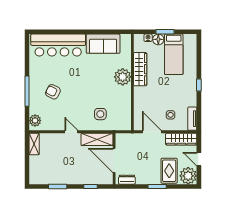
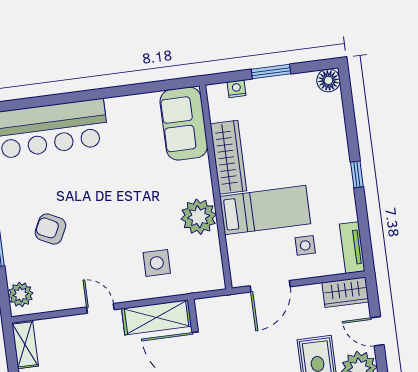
floor lamp: (158, 39) -> (328, 80), moved
sofa: (103, 44) -> (184, 124), moved, turned 90
bed: (174, 54) -> (265, 210), moved, turned -90
plant: (123, 77) -> (199, 217), moved
door: (152, 132) -> (270, 286), swing flipped
wardrobe: (181, 139) -> (345, 292), width x0.67

